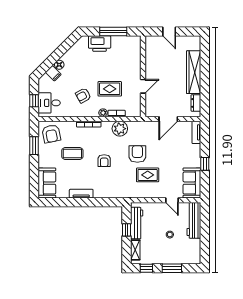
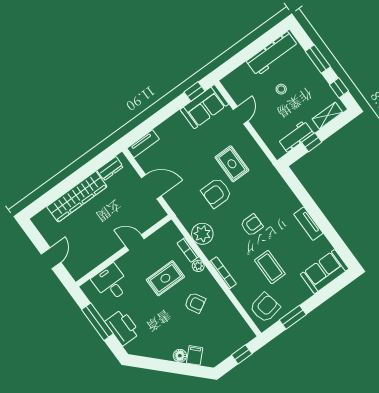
rug: (110, 89) -> (165, 278), turned 90
desk: (49, 103) -> (111, 283), moved, turned 180
window: (205, 164) -> (194, 92), moved
workbench: (194, 220) -> (272, 54), moved
workbench: (137, 223) -> (296, 136), width x0.73

